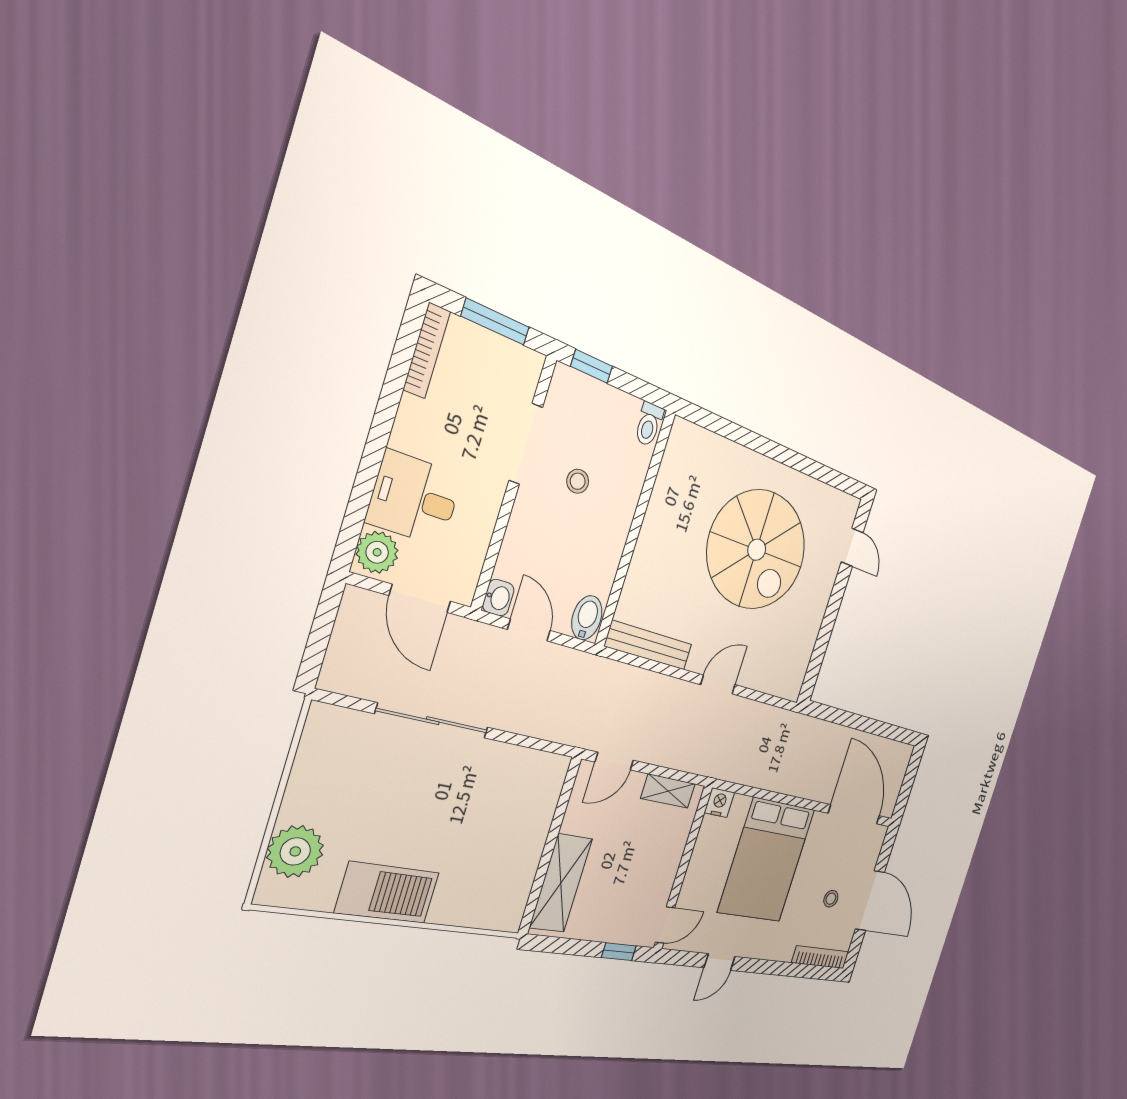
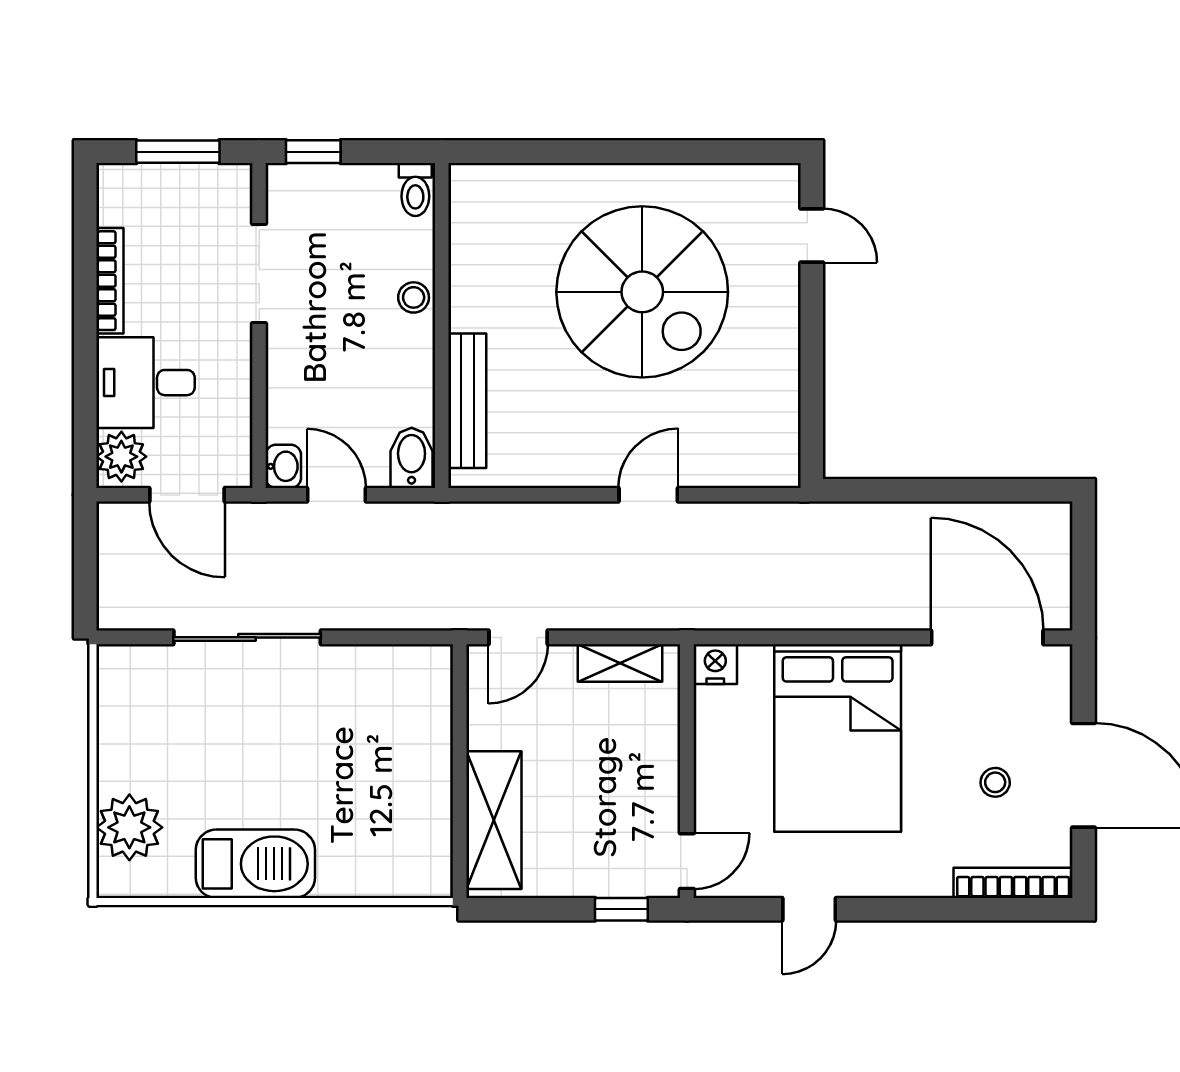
bookcase: (427, 350) -> (110, 281), moved
stool: (578, 481) -> (414, 297), moved
bench: (649, 645) -> (467, 401), moved, turned 90

